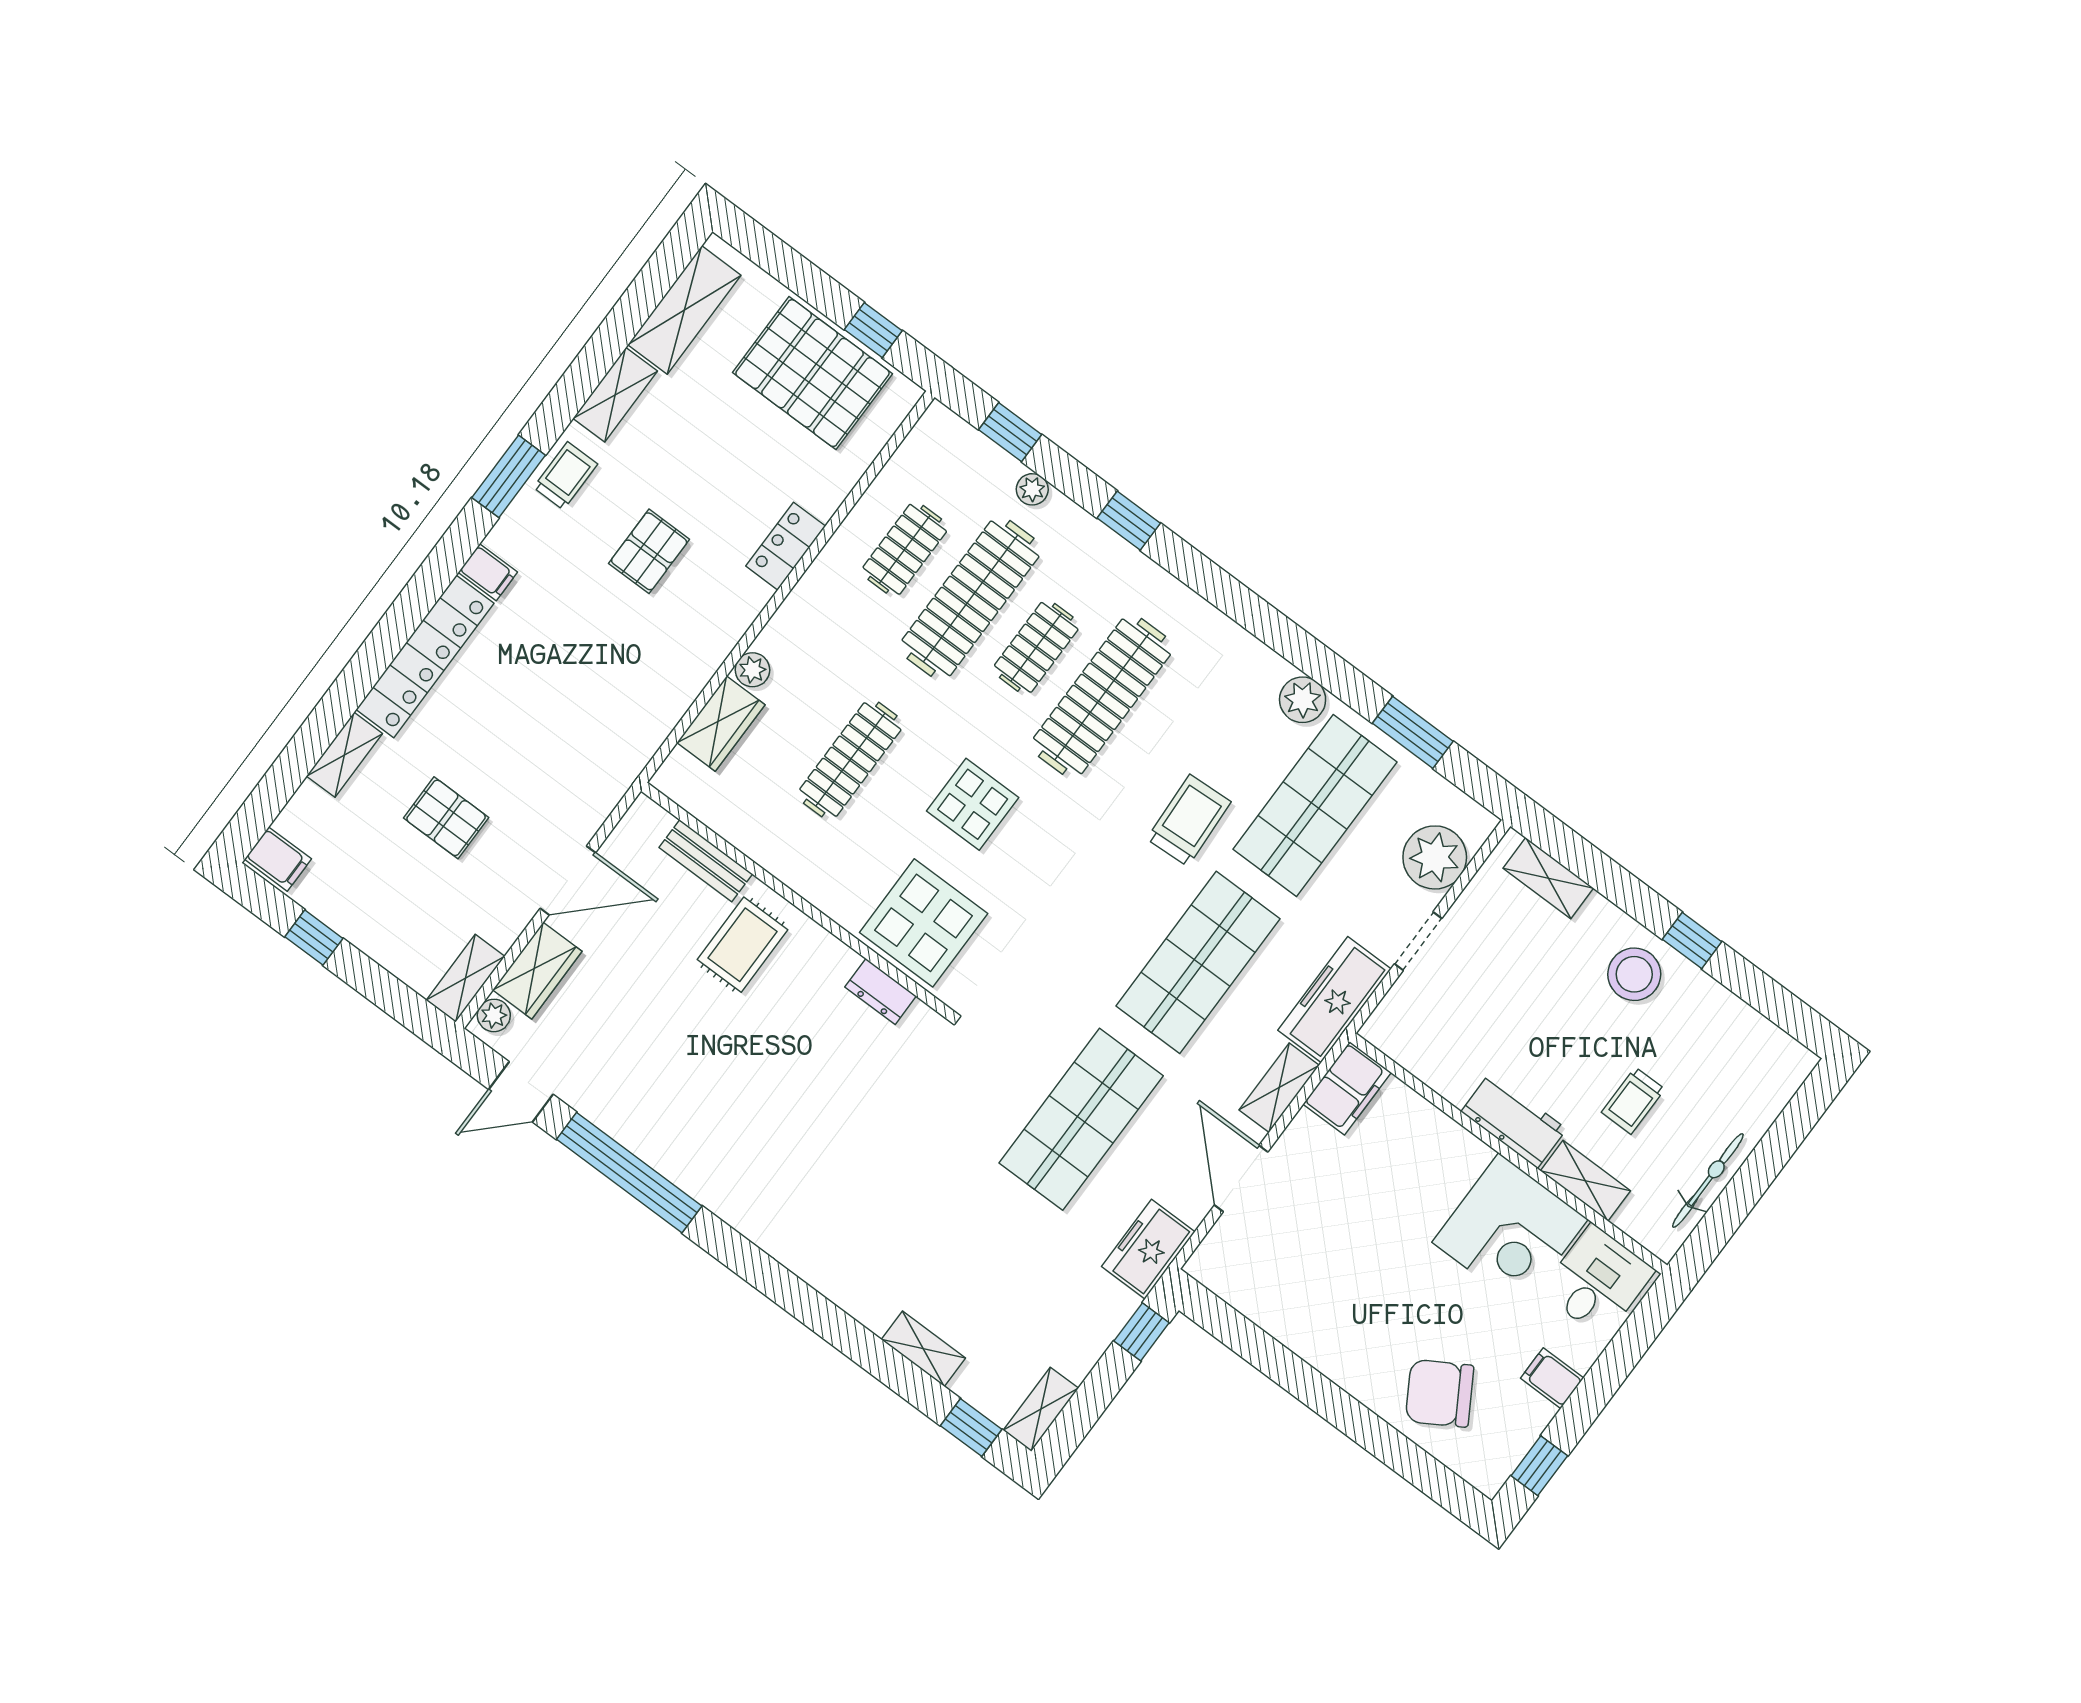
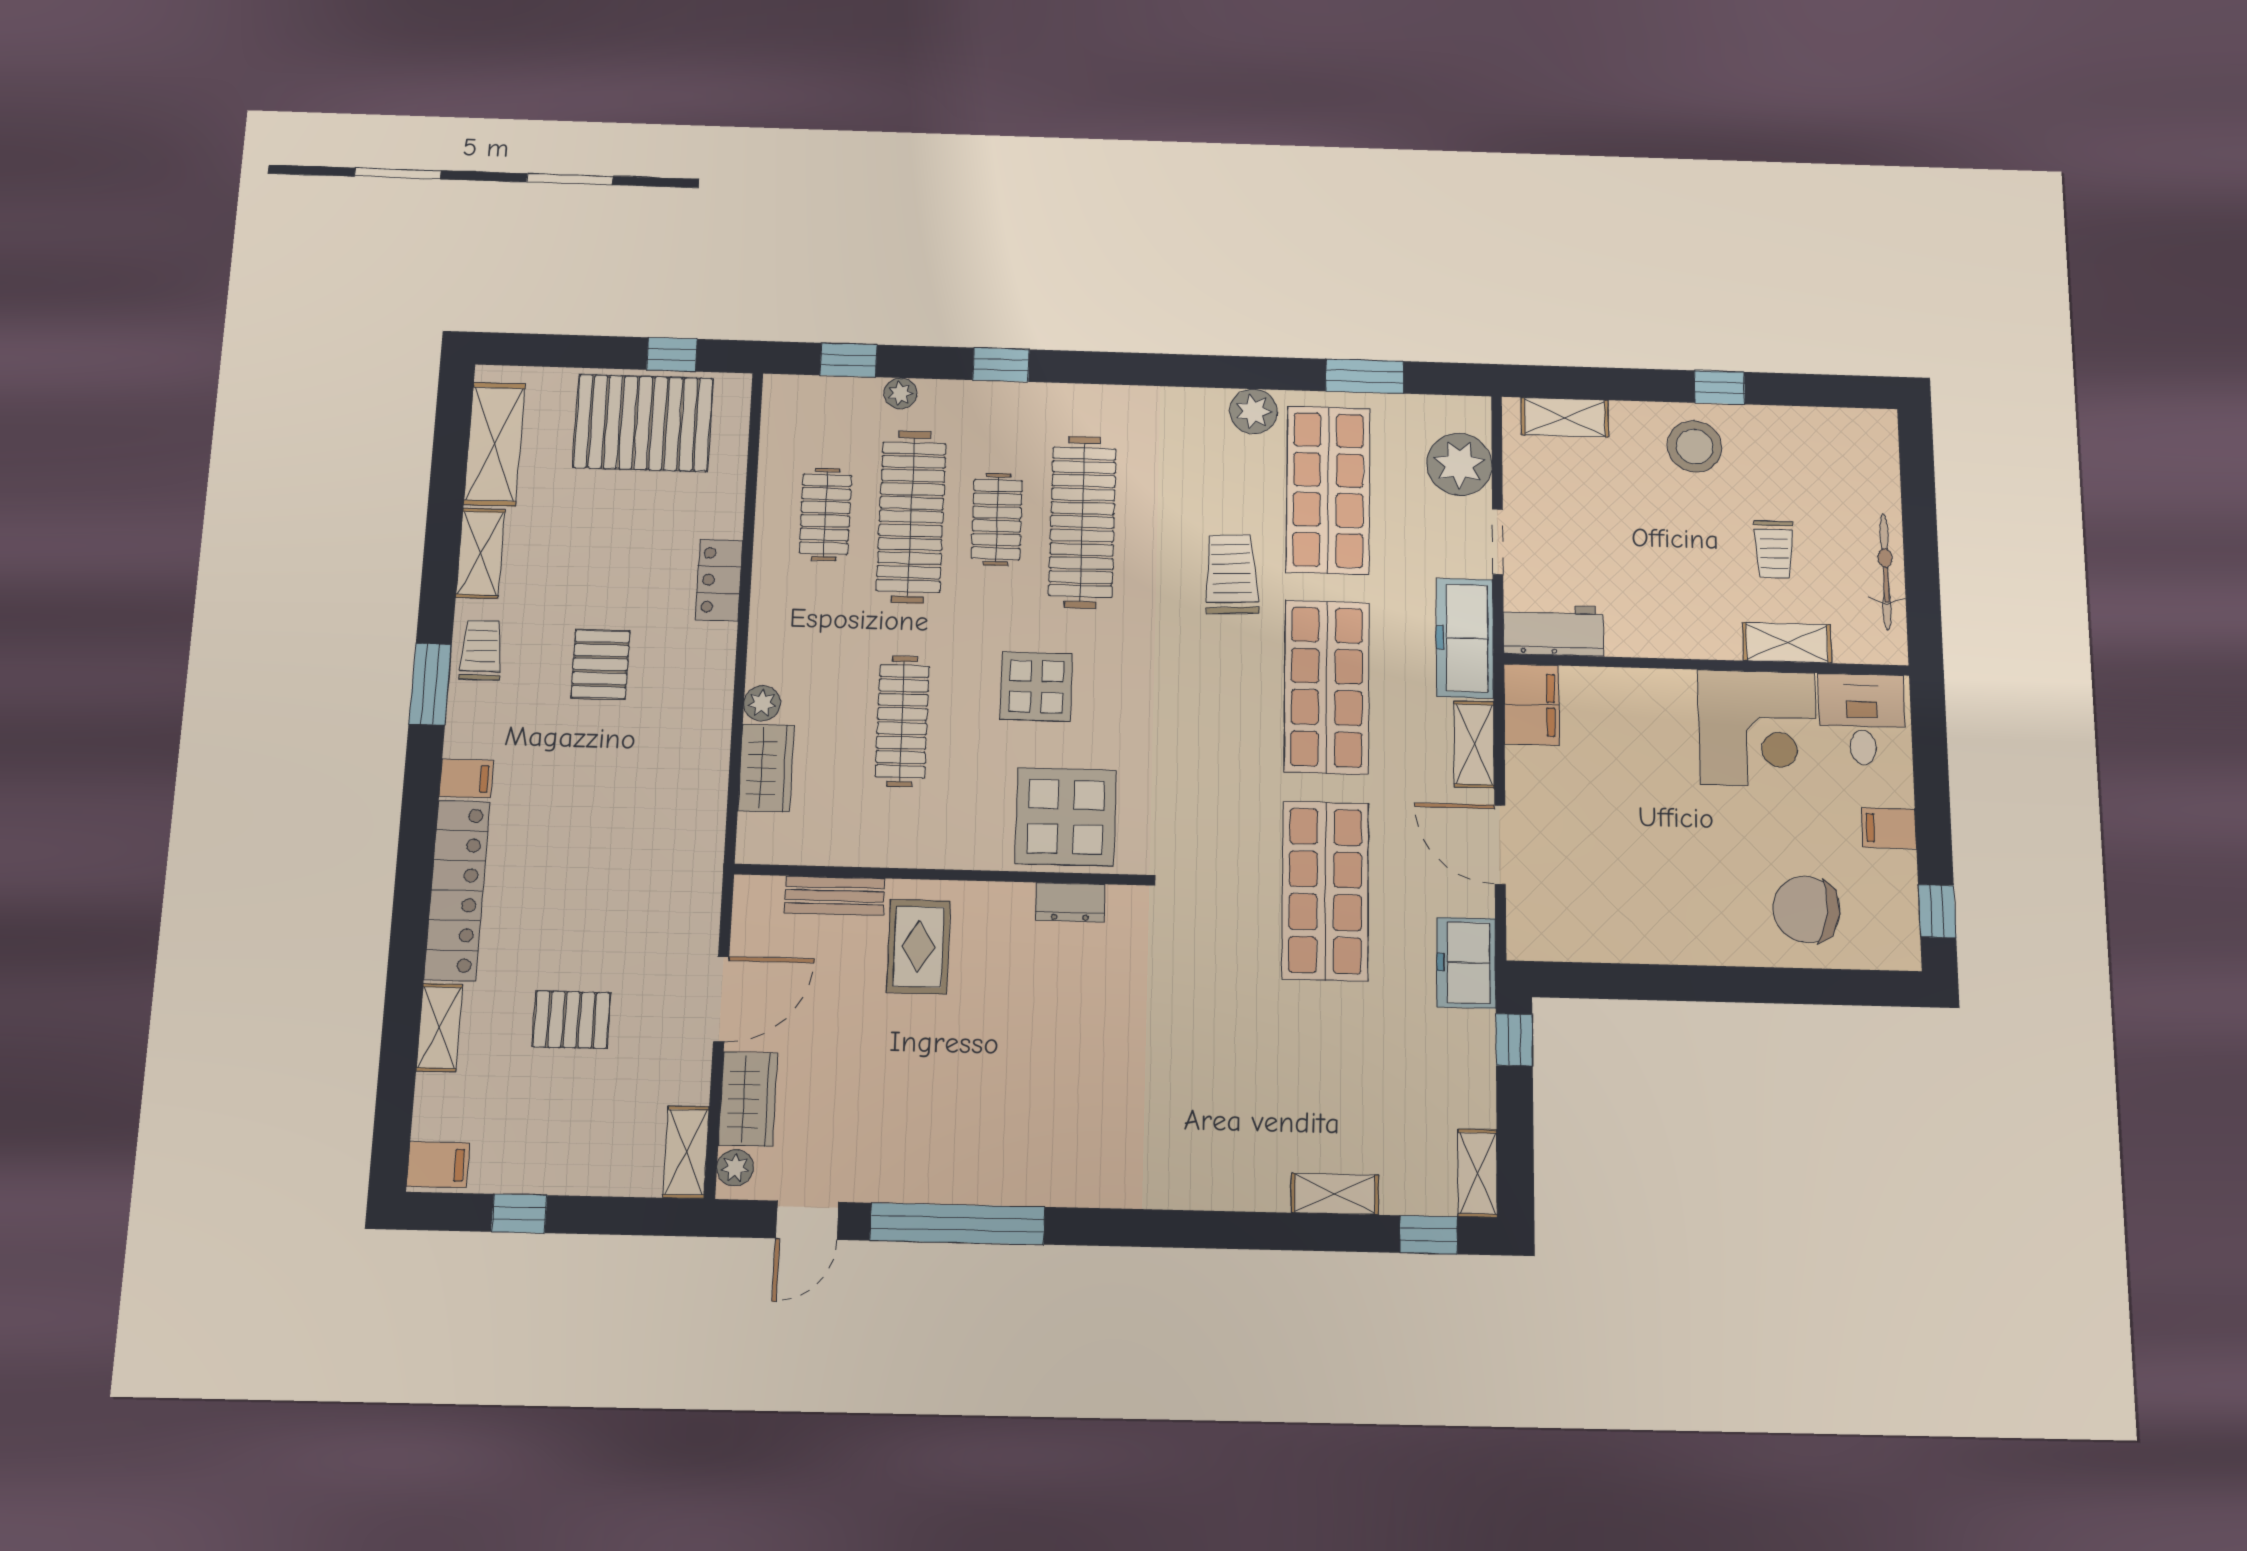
workbench: (1514, 1120) -> (1553, 630), moved
chair: (1440, 1393) -> (1806, 909), turned 38

